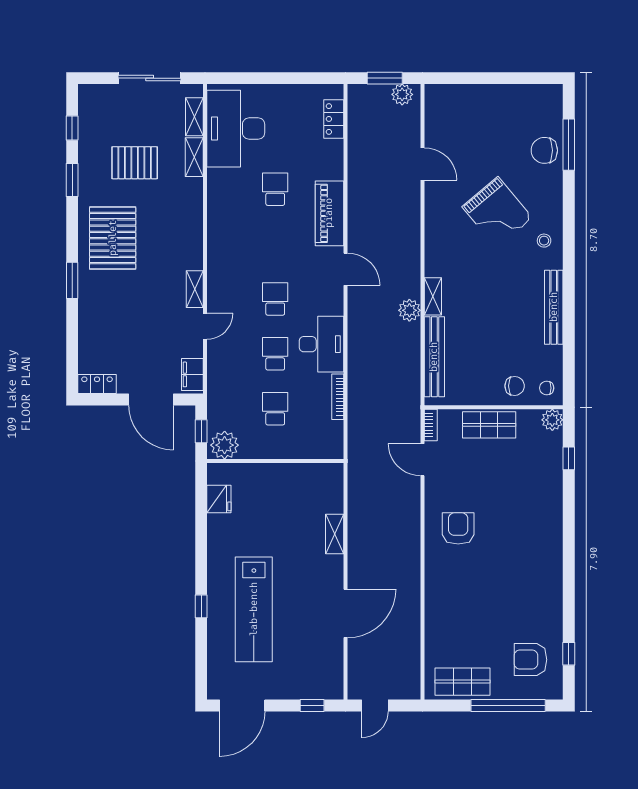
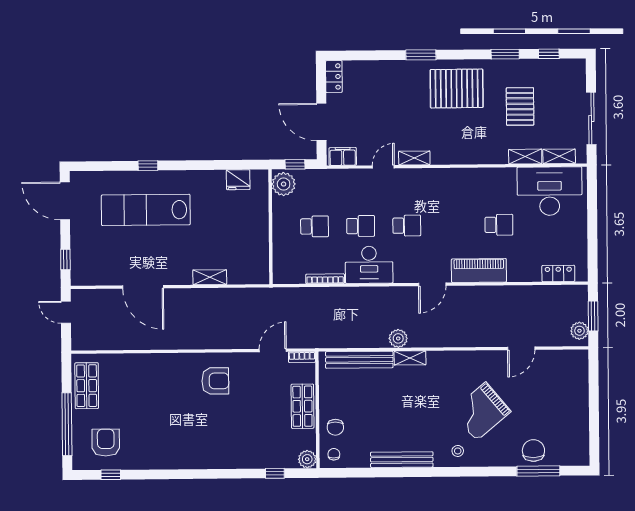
door: (205, 326) -> (383, 167), swing flipped
door: (151, 399) -> (321, 122), hinge flipped

